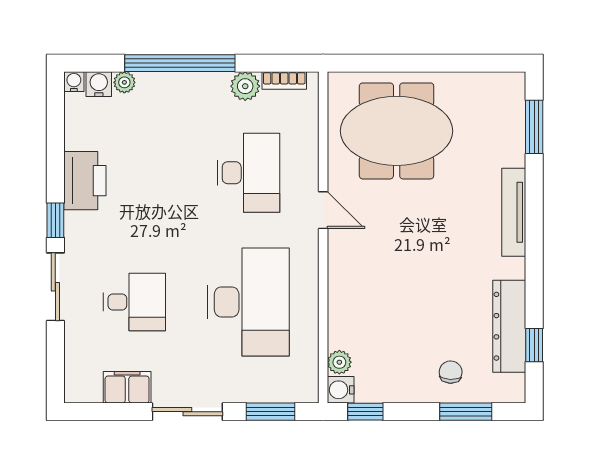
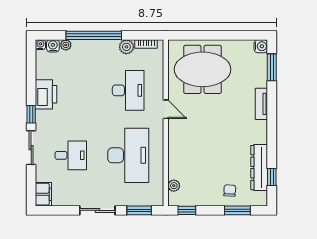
tv unit: (514, 212) -> (261, 104), width x0.71
filing cabinet: (127, 387) -> (43, 194), moved, turned 90
water cooler: (341, 390) -> (261, 46), moved, turned 180

